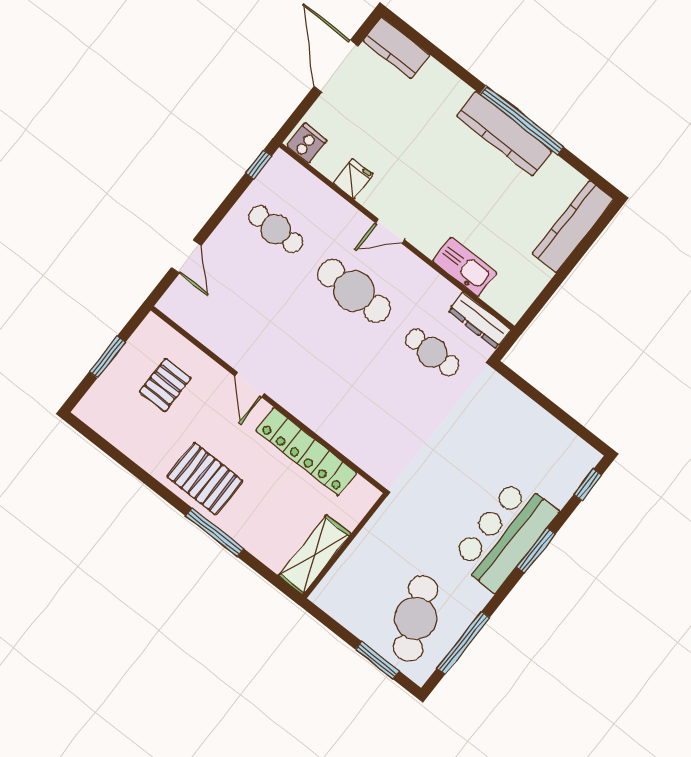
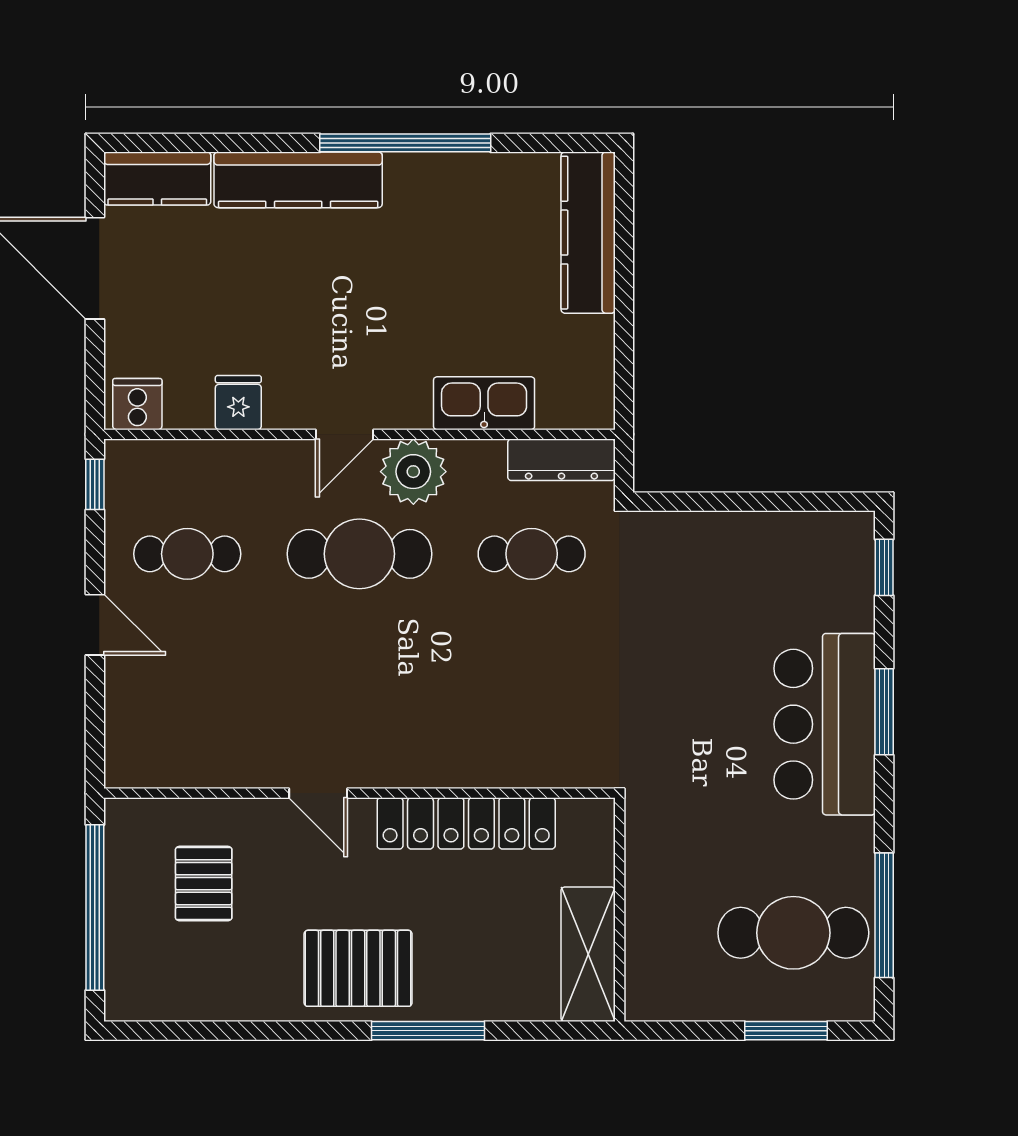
kitchen counter: (504, 134) -> (298, 180), moved
door: (186, 257) -> (95, 625), moved
plant: (408, 273) -> (413, 472), added
window: (107, 357) -> (95, 907), width x2.11
cafe table: (416, 618) -> (793, 933), turned -66

